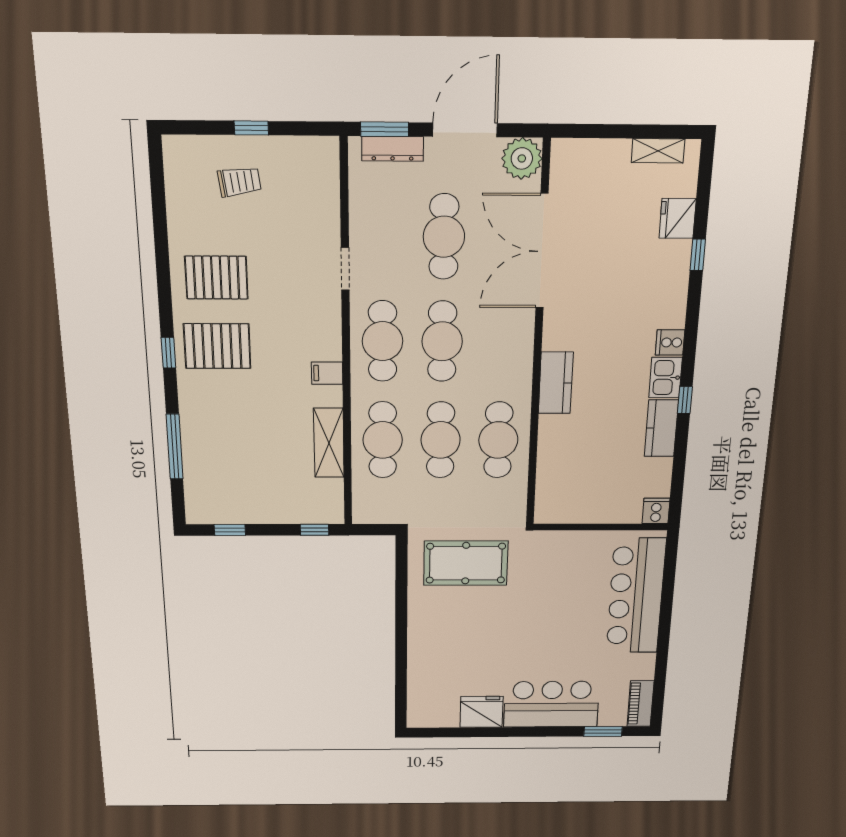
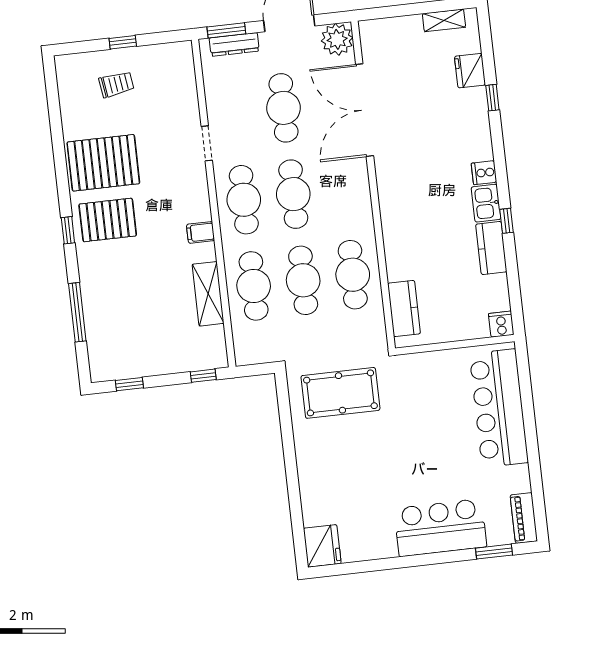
pallet: (216, 278) -> (103, 163), width x1.37, depth x1.41
kitchen counter: (556, 383) -> (404, 308), moved
fridge: (481, 712) -> (322, 546), moved, turned 90

